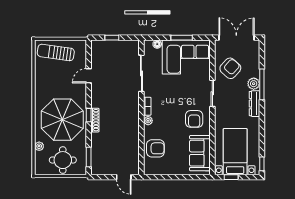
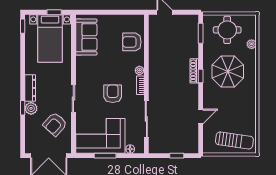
window: (262, 84) -> (23, 108), width x0.46
armchair: (194, 119) -> (113, 94), moved
parasol: (62, 120) -> (228, 71), width x0.73, depth x0.73

